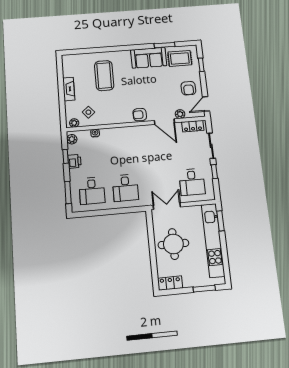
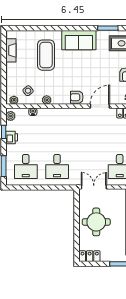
sofa: (149, 58) -> (79, 40), moved
fireplace: (69, 89) -> (11, 50), moved
plant: (180, 114) -> (47, 100), moved
door: (164, 122) -> (100, 106), swing flipped

